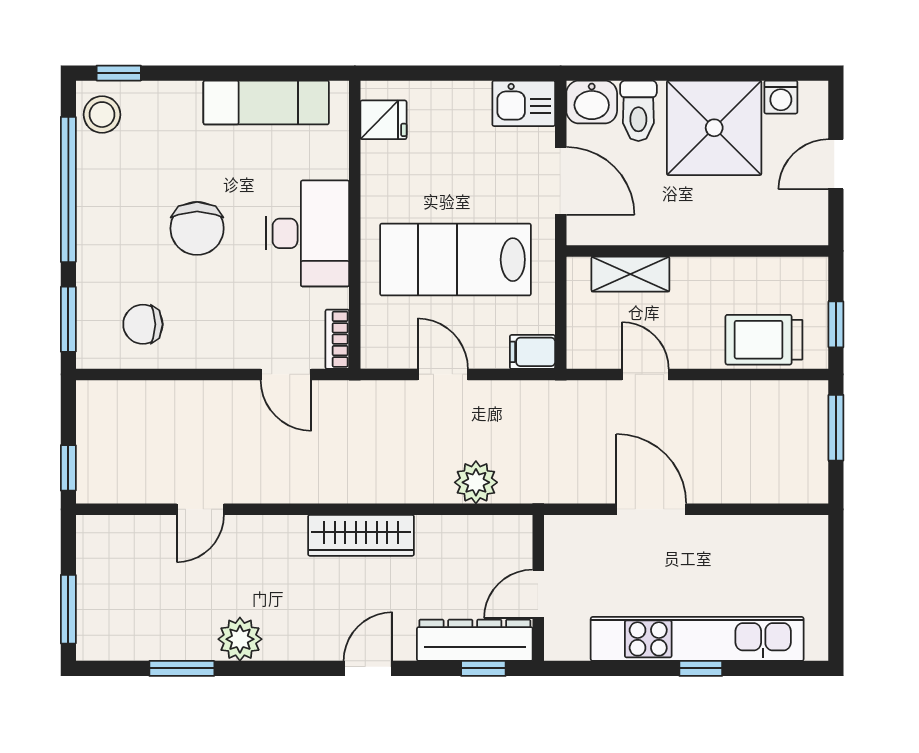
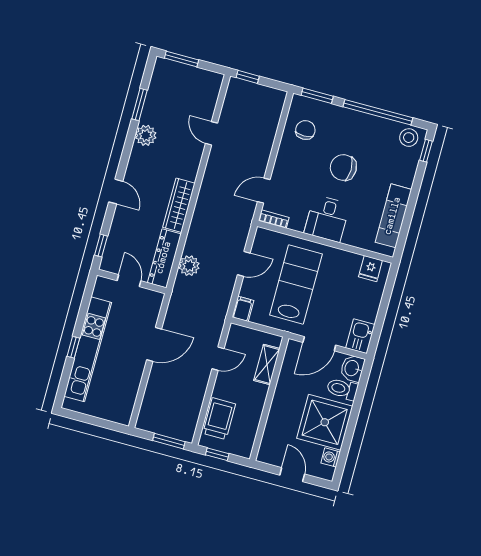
desk: (308, 233) -> (327, 219), width x0.73
dresser: (475, 640) -> (164, 258), moved, turned 180

